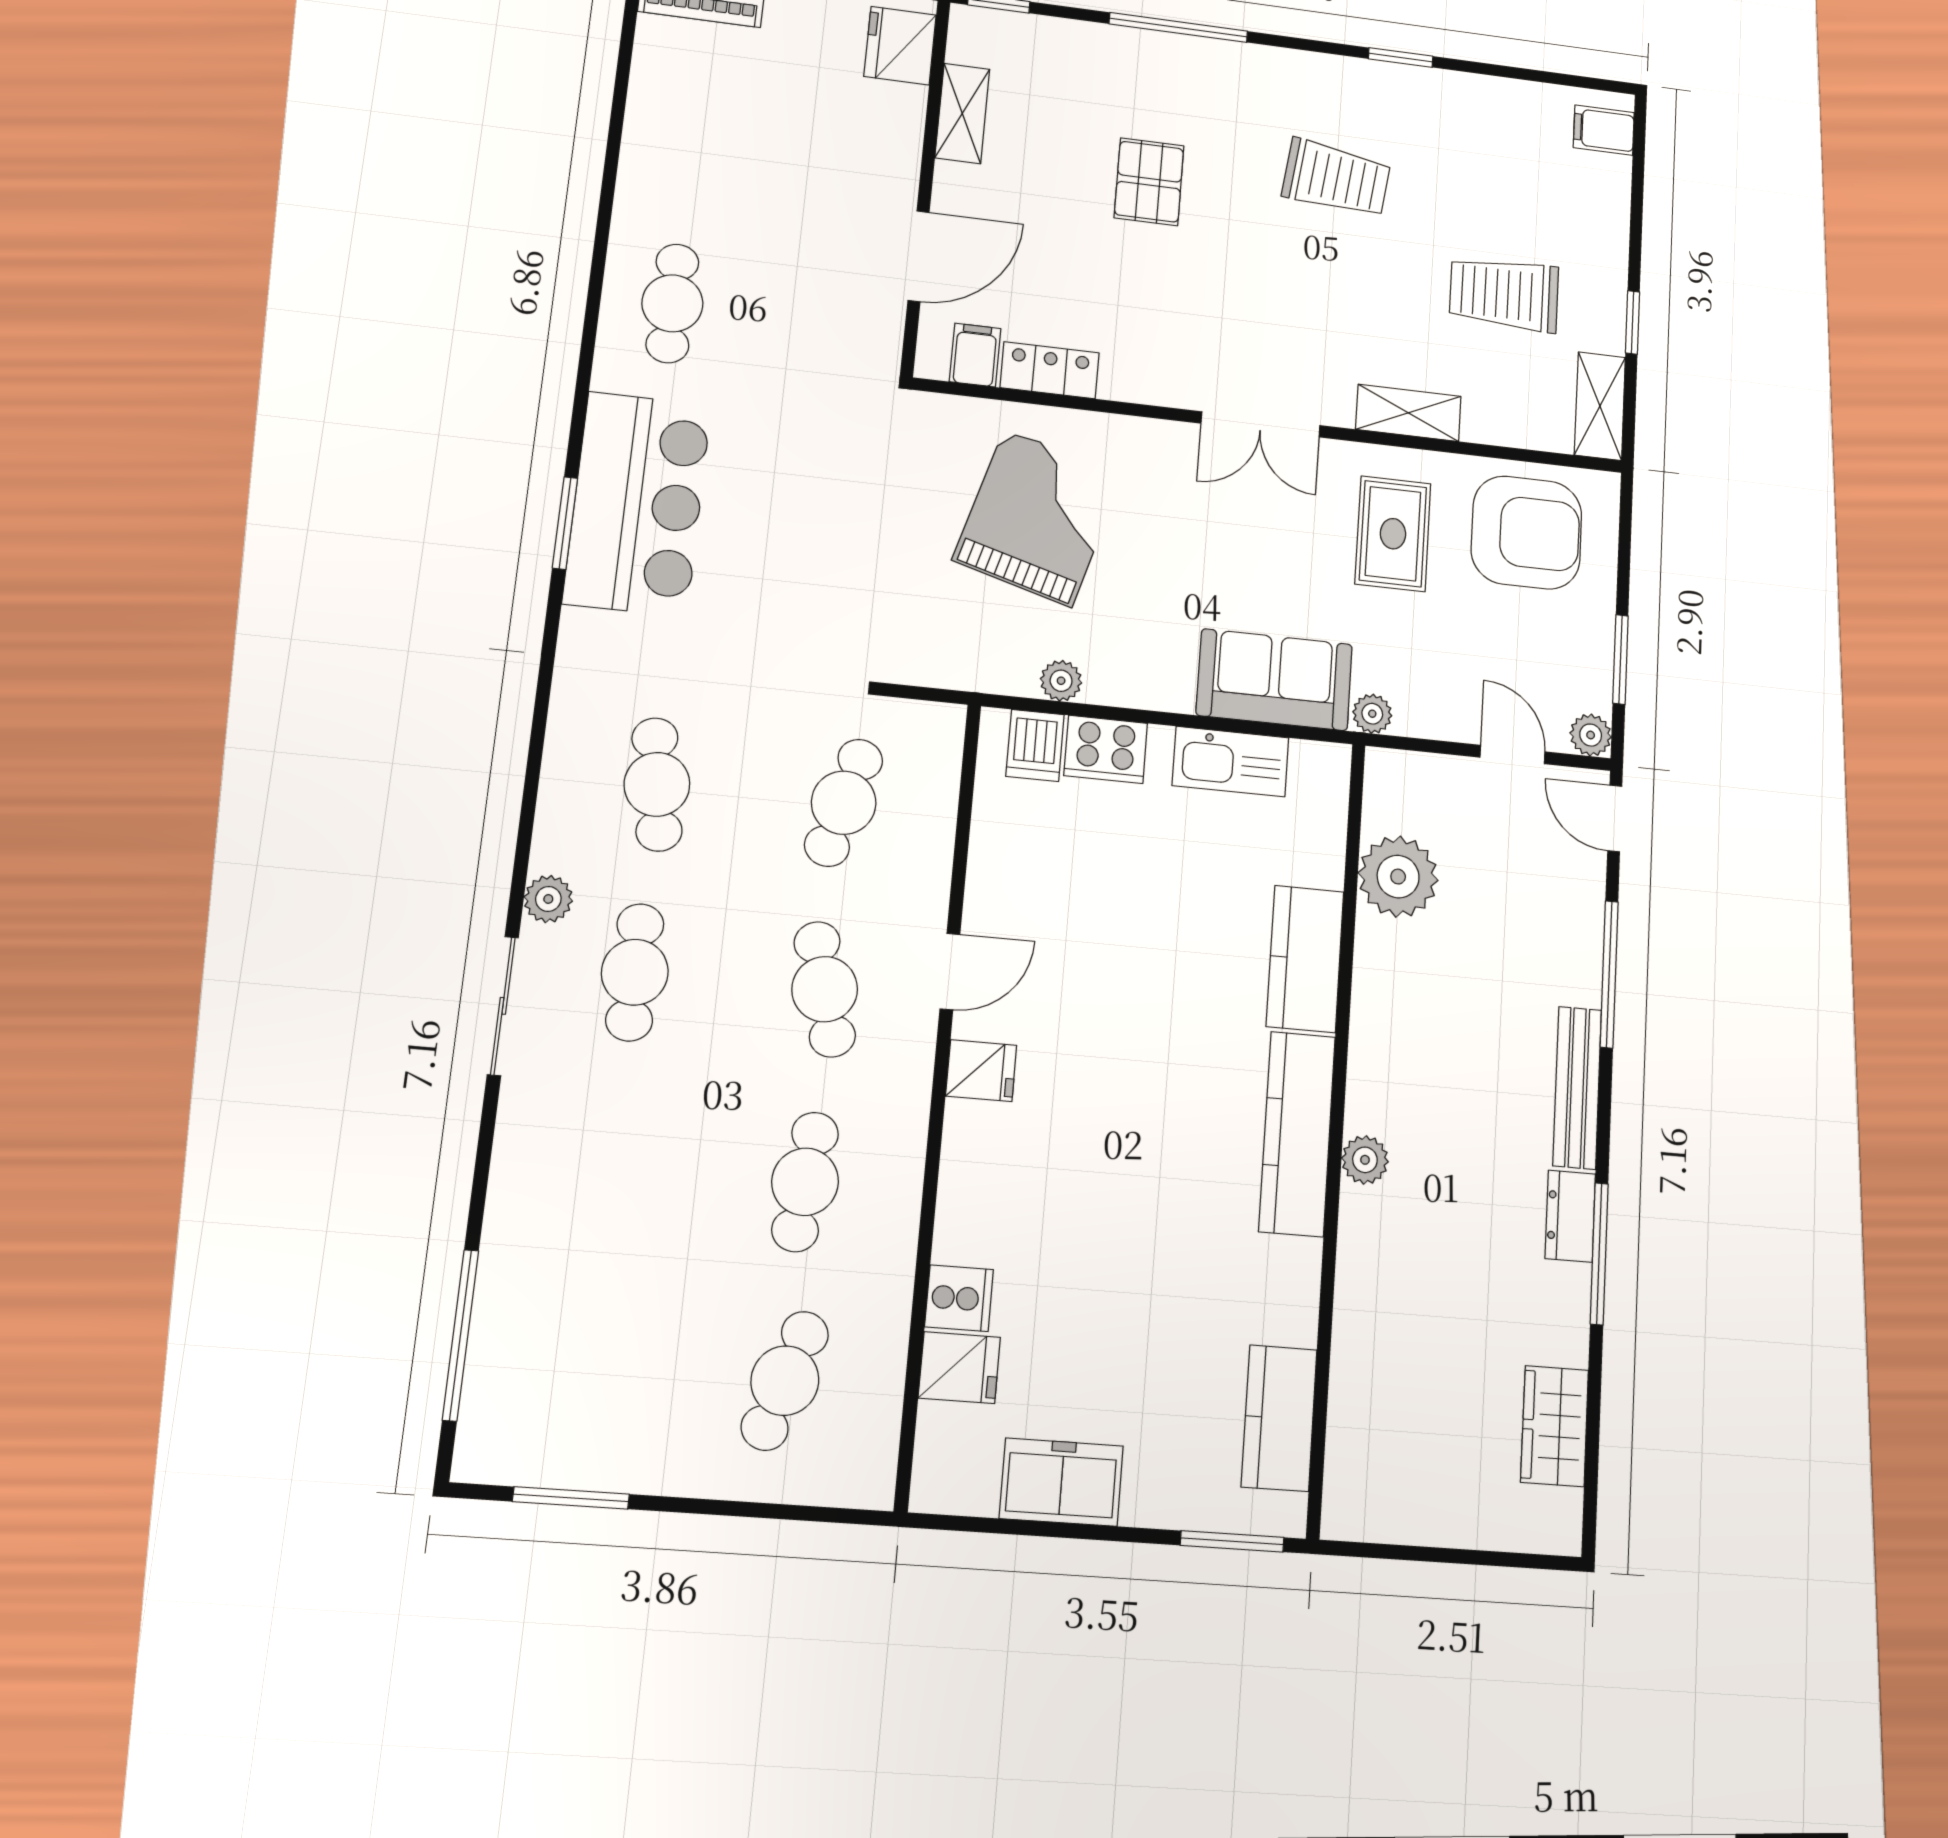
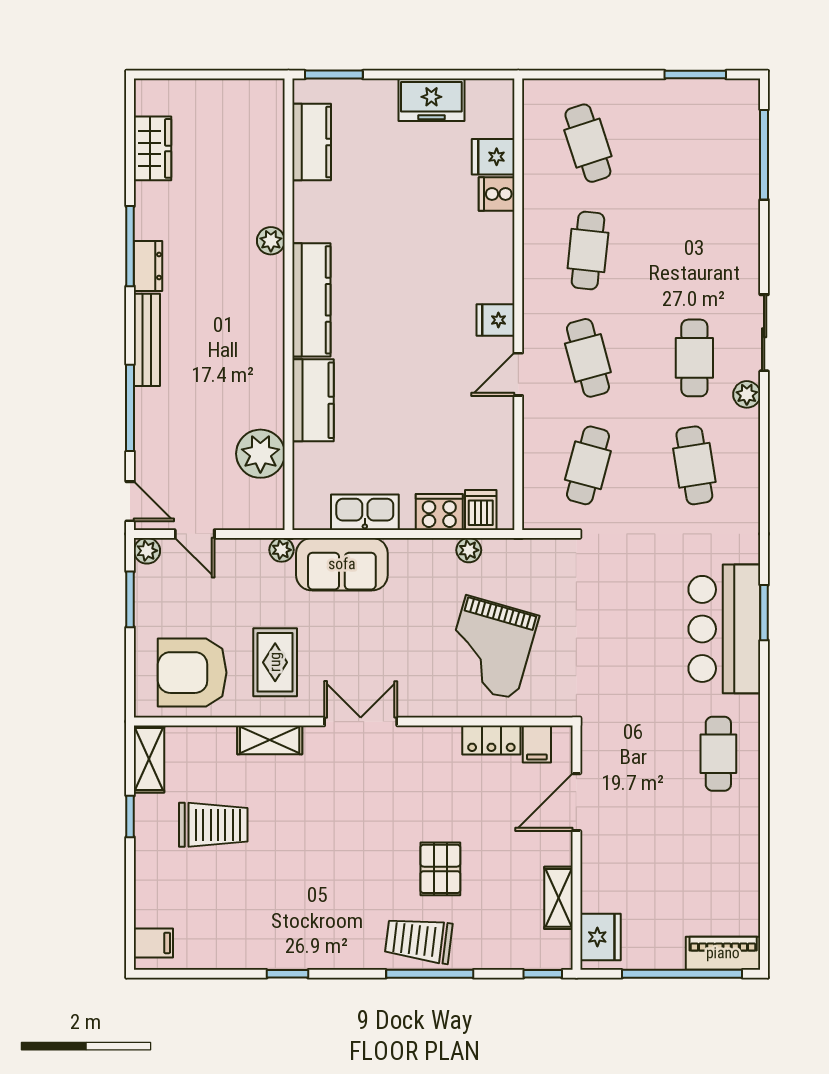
trolley: (1336, 178) -> (419, 940), moved
plant: (1365, 1160) -> (271, 241), moved
cafe table: (785, 1381) -> (588, 143), turned -36

